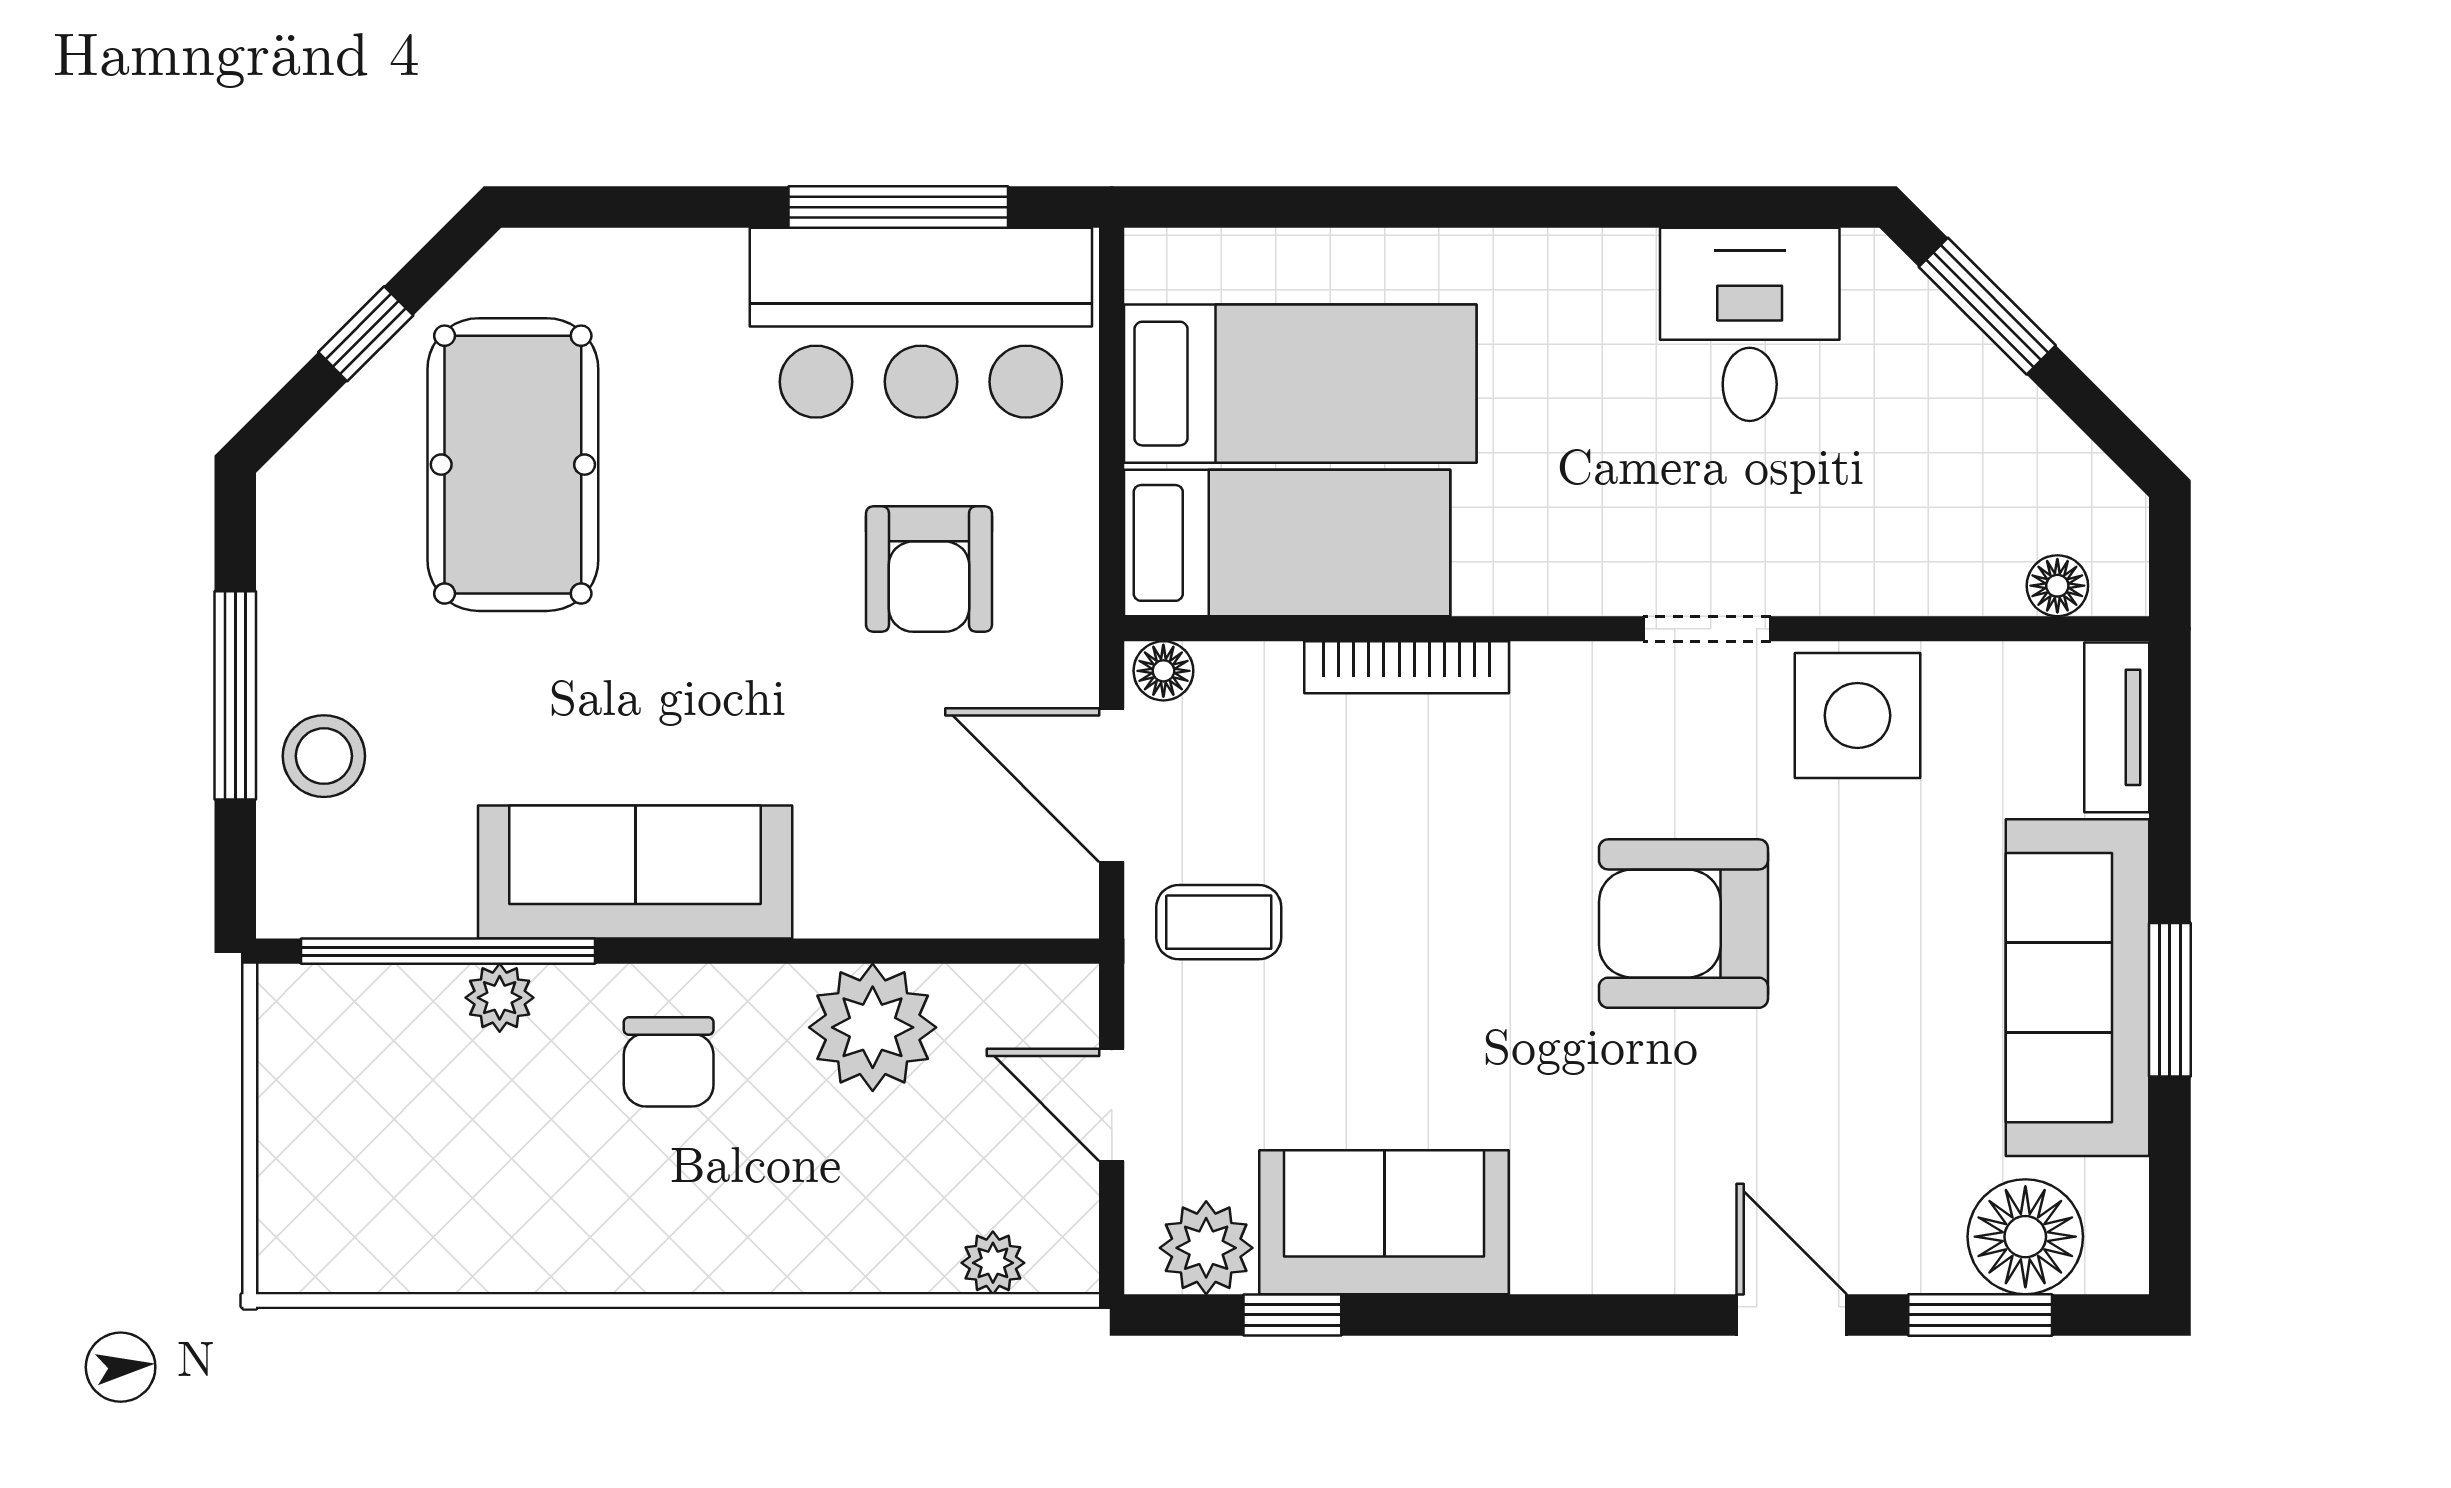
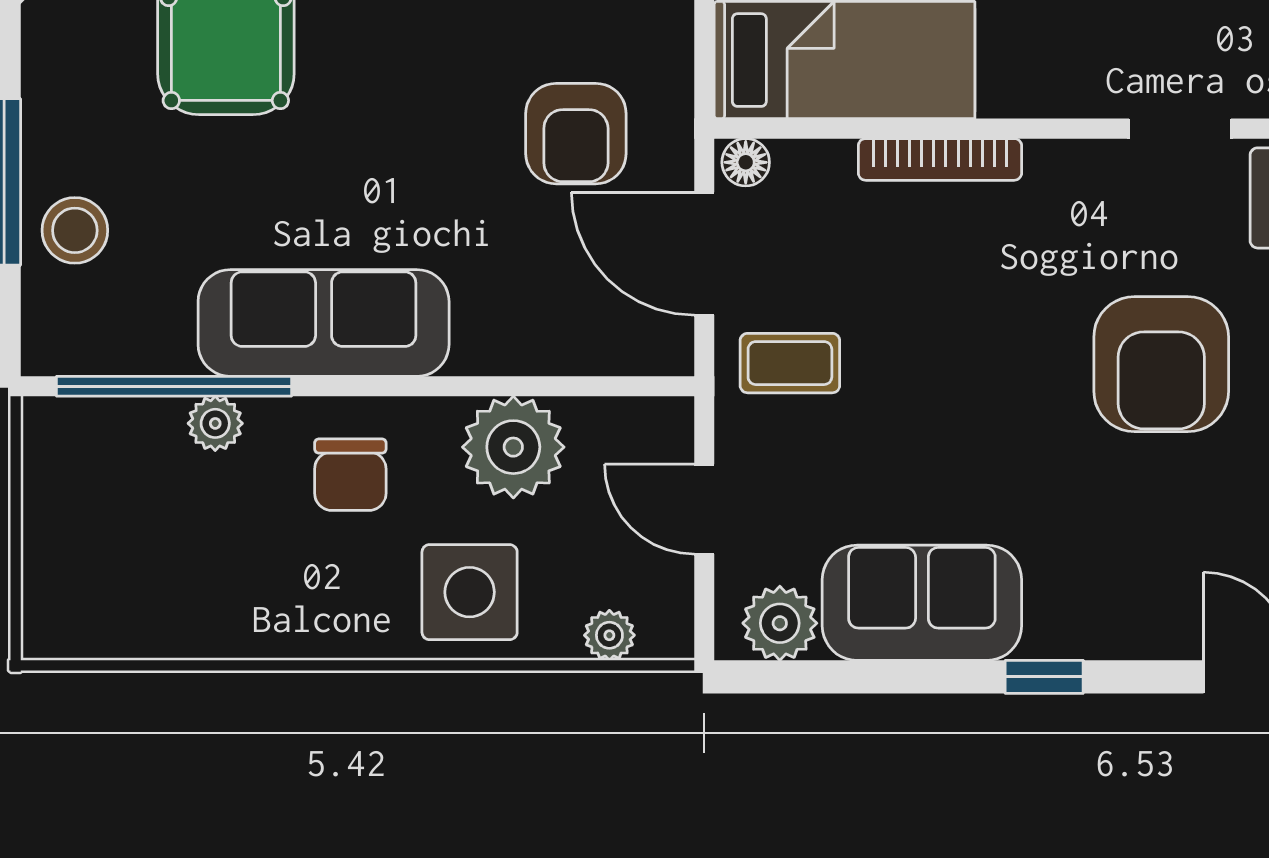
armchair: (929, 569) -> (576, 134), moved
armchair: (1683, 924) -> (1161, 364), turned -90
side table: (818, 1209) -> (470, 592), added
window: (1292, 1315) -> (1044, 677), moved

